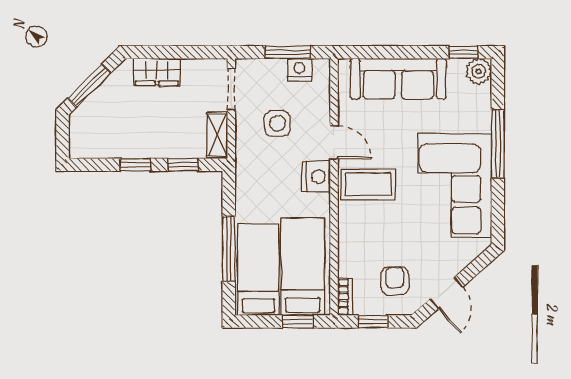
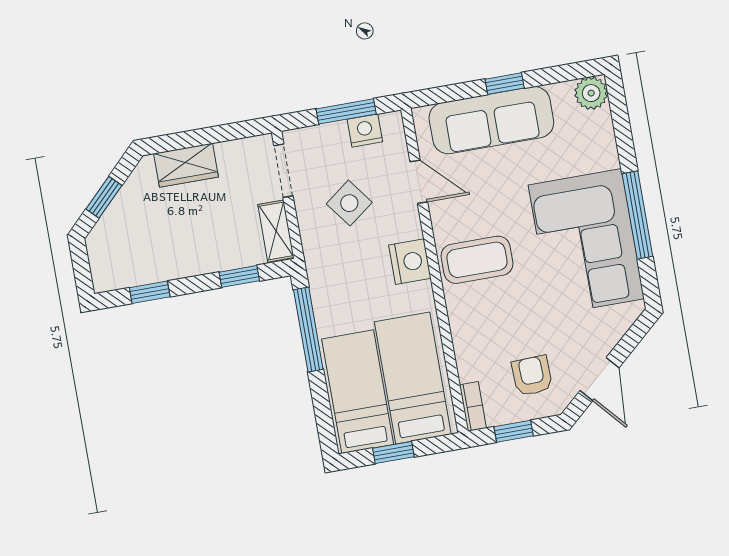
window: (463, 52) -> (505, 84), moved
window: (89, 86) -> (104, 197), width x0.67
side table: (277, 123) -> (349, 203), turned -37
door: (334, 142) -> (419, 182), moved
window: (498, 144) -> (637, 215), moved
window: (135, 165) -> (150, 292), moved
window: (229, 249) -> (308, 330), moved
window: (298, 321) -> (393, 452), moved

